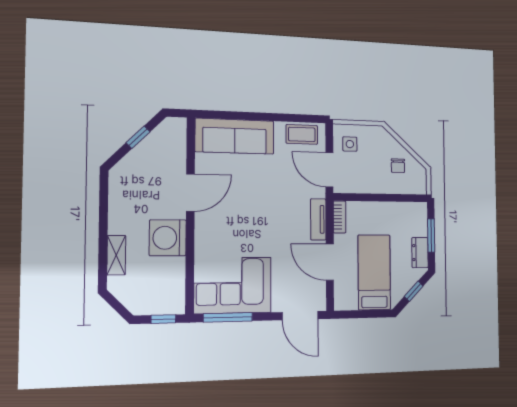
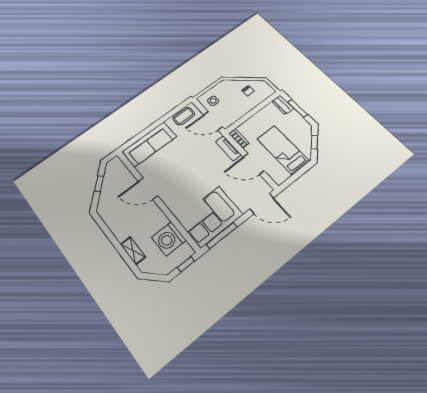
door: (190, 193) -> (148, 189), swing flipped
washing machine: (168, 238) -> (169, 239), moved
dresser: (420, 253) -> (283, 105), moved

